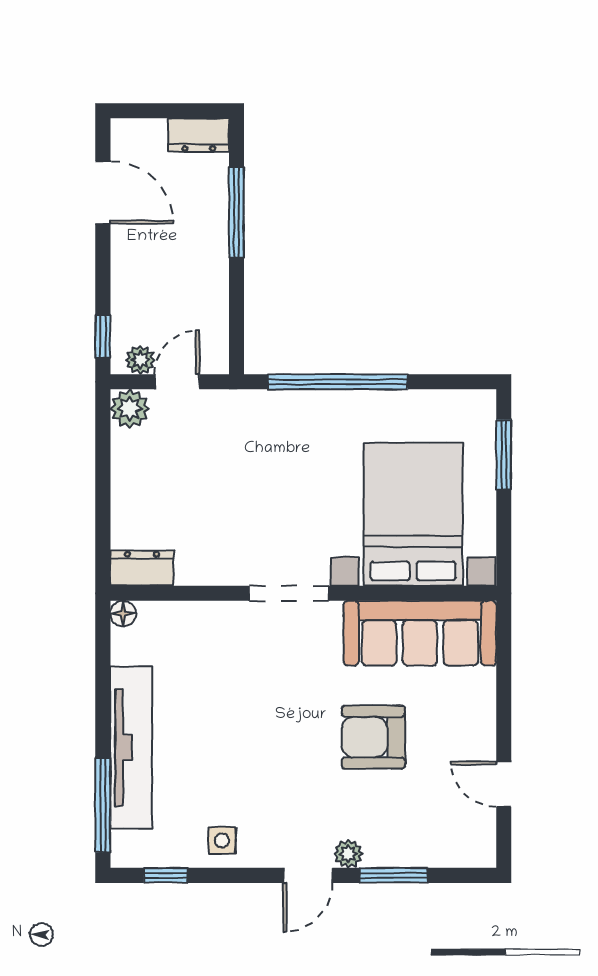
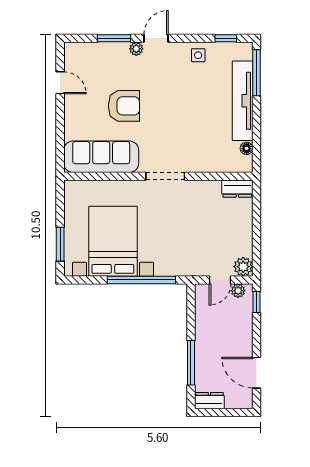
bed with nightstands: (413, 514) -> (113, 241), moved, turned 180
floor lamp: (123, 614) -> (247, 148), moved

